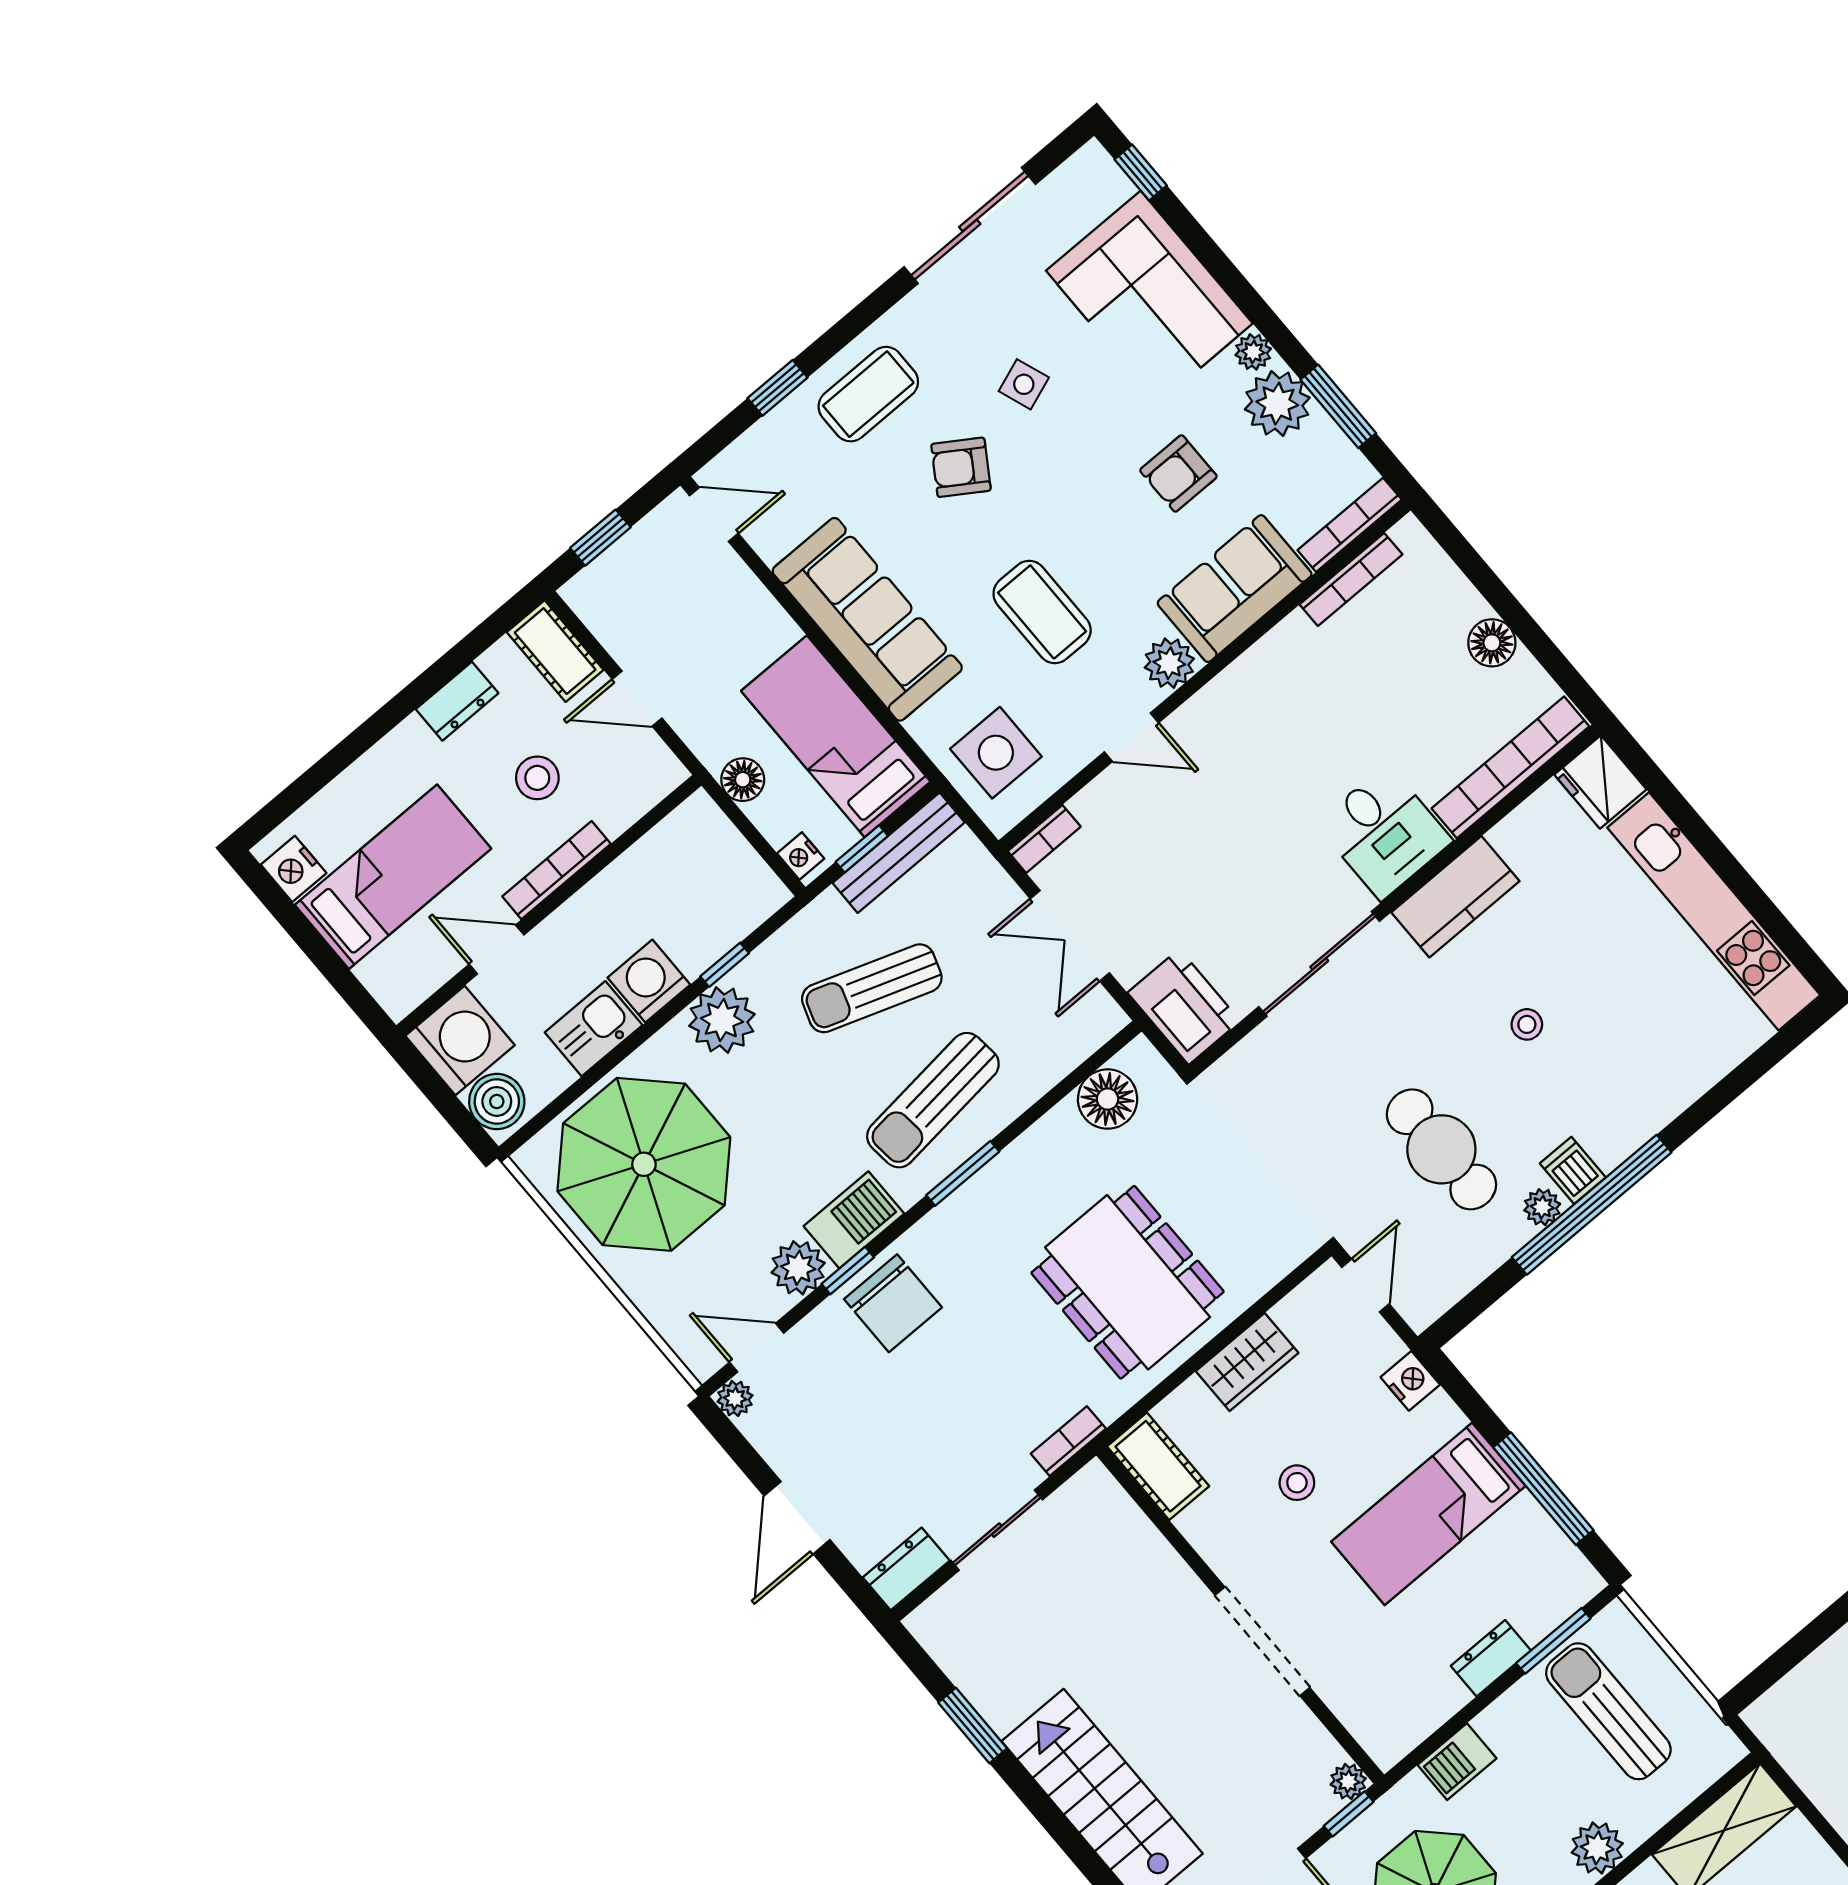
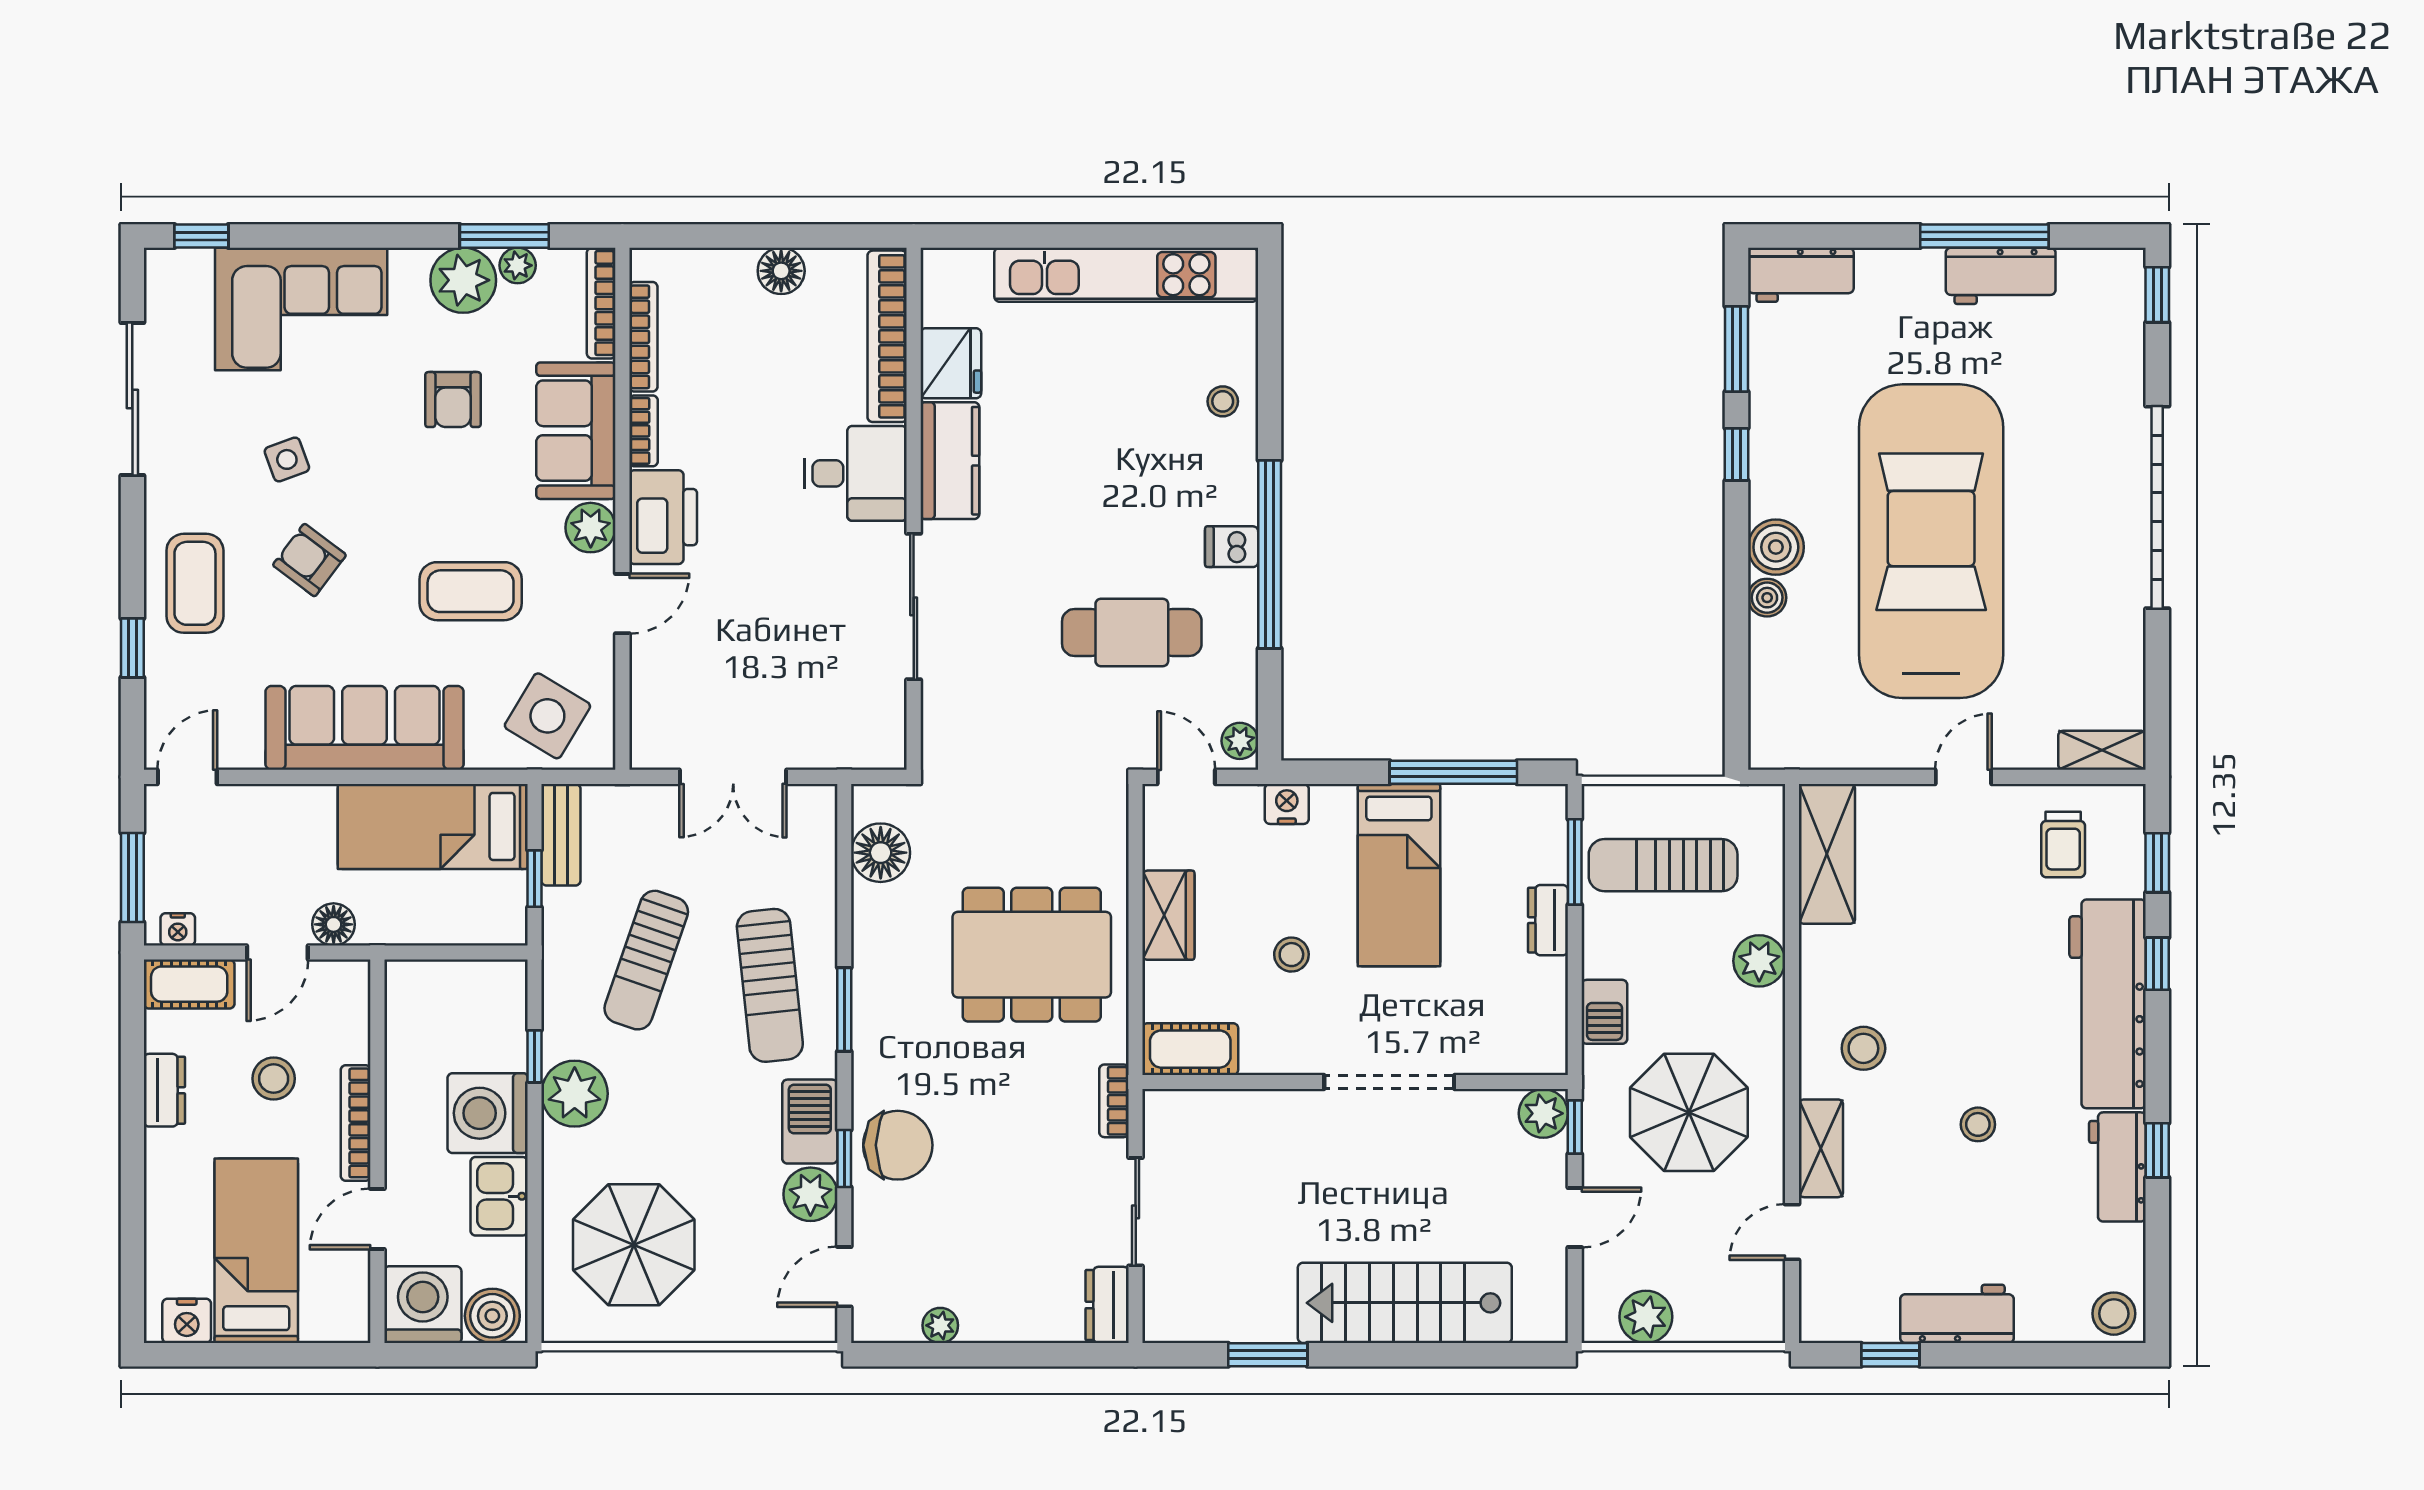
plant: (1253, 352) -> (518, 265), moved
armchair: (961, 467) -> (309, 560), turned 94
window: (600, 538) -> (132, 877), width x1.50
side table: (996, 753) -> (547, 716), turned 31
floor lamp: (743, 780) -> (334, 924), moved
fridge: (1600, 782) -> (951, 363), moved, turned -90
bookcase: (1044, 839) -> (643, 431), moved
bench: (899, 853) -> (561, 835), width x0.73
nightstand: (801, 856) -> (178, 929), moved
washing machine: (649, 981) -> (488, 1113), width x1.37, depth x1.37
printer: (1184, 1007) -> (663, 517), moved, turned 90
stool: (1527, 1024) -> (1223, 401), moved
parasol: (644, 1164) -> (634, 1245), width x0.73, depth x0.73
plant: (1542, 1207) -> (1240, 741), moved
plant: (735, 1398) -> (940, 1325), moved
door: (797, 1518) -> (999, 1355), removed
plant: (1348, 1781) -> (1543, 1113), width x1.38, depth x1.38

